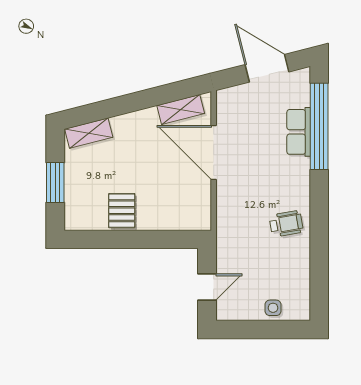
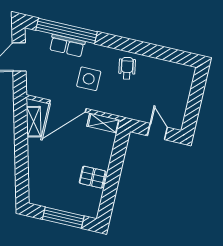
shelving: (89, 133) -> (103, 123), moved, turned -76
window: (55, 183) -> (63, 218), width x1.44
side table: (273, 308) -> (89, 79), moved, width x1.87, depth x1.87

